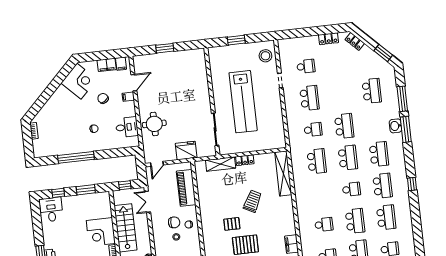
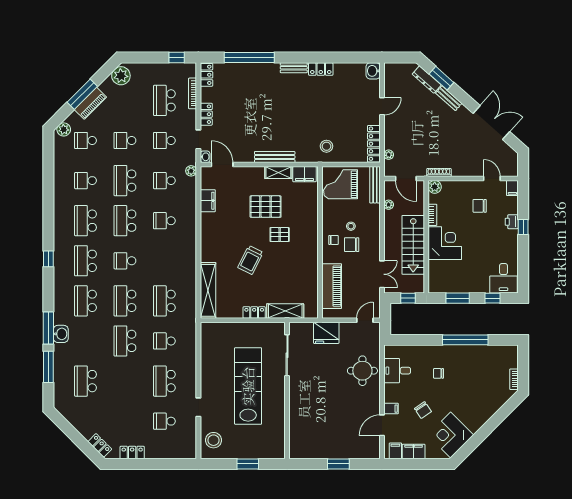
window: (383, 53) -> (66, 427), removed

